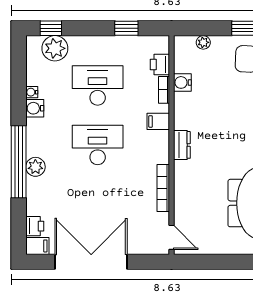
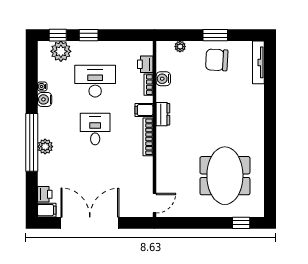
window: (126, 28) -> (89, 35), moved
desk: (98, 145) -> (95, 129), width x0.73
dresser: (182, 145) -> (163, 114), moved
bookcase: (163, 188) -> (148, 137), moved
door: (171, 237) -> (155, 203), hinge flipped

